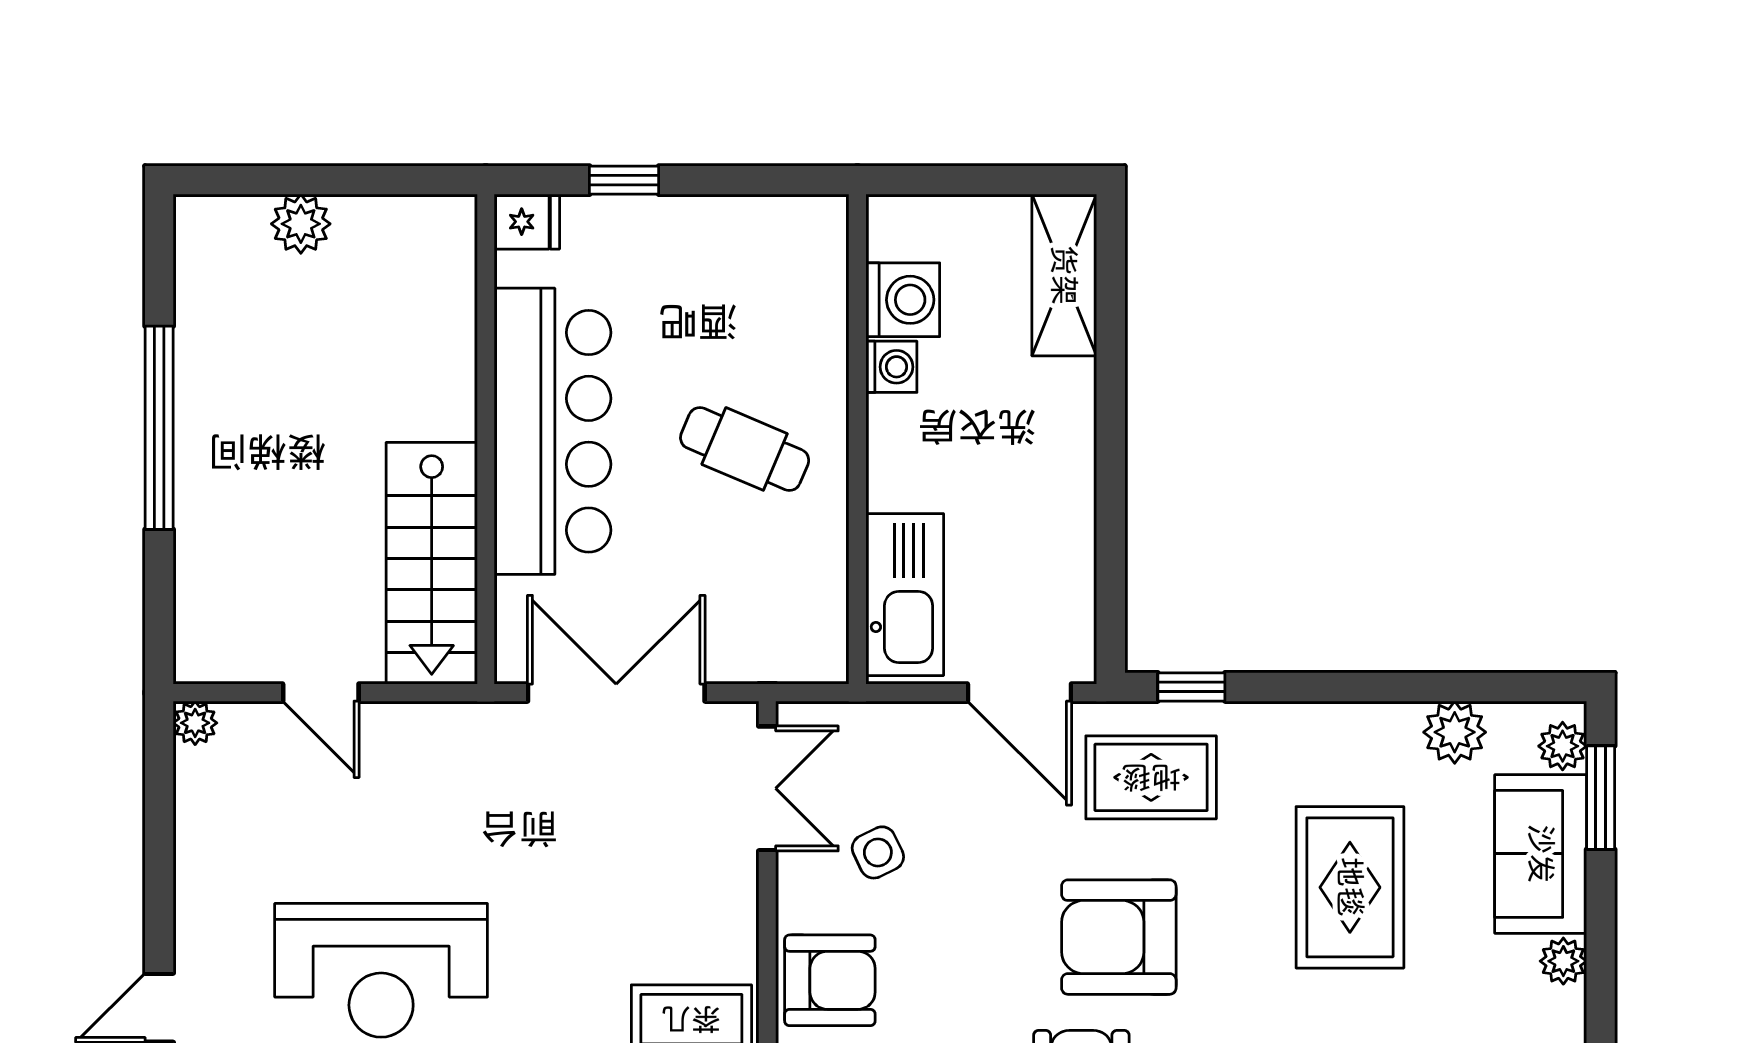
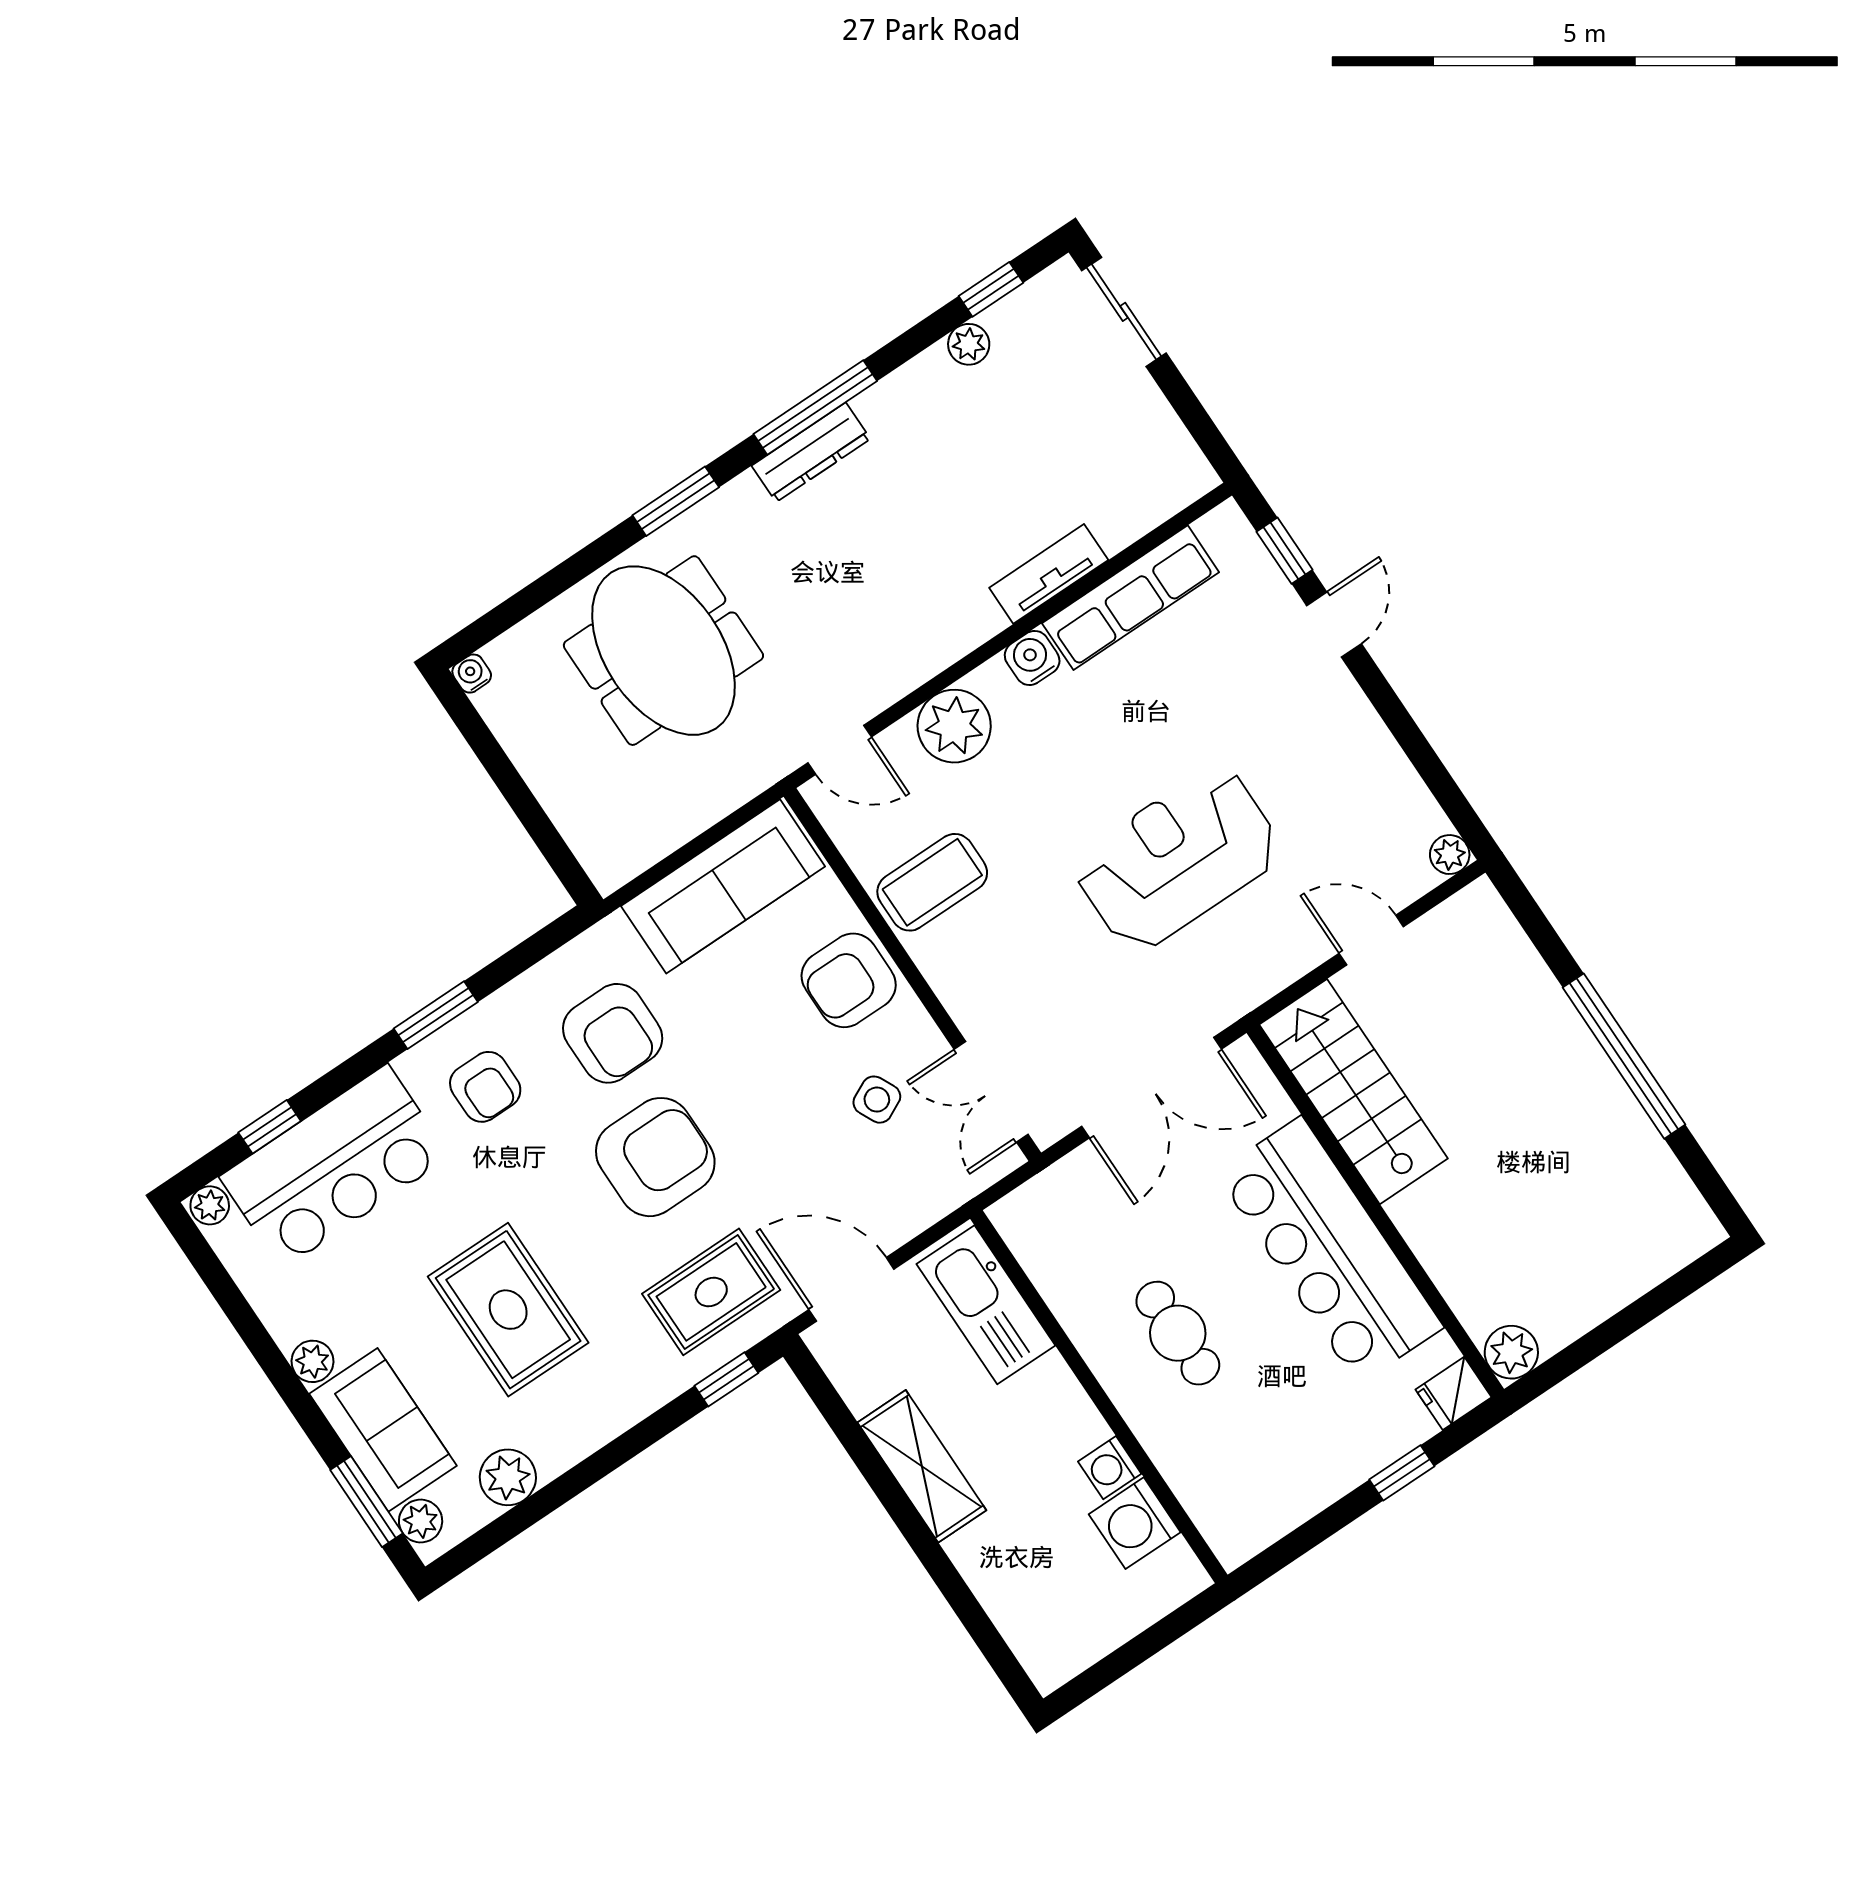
plant: (301, 224) -> (1511, 1352), moved
shelving: (1064, 275) -> (922, 1466), moved
cafe table: (745, 449) -> (1178, 1333), turned 67
reception desk: (381, 970) -> (1177, 858), moved

